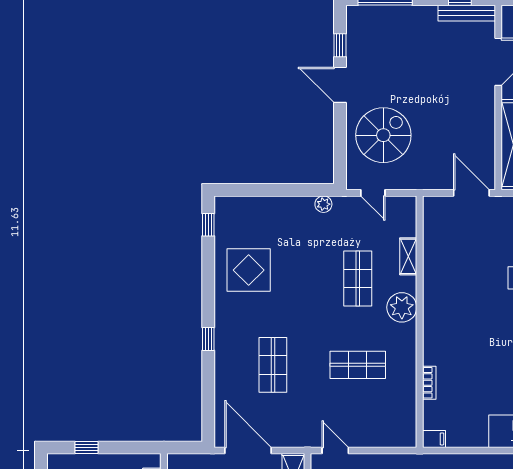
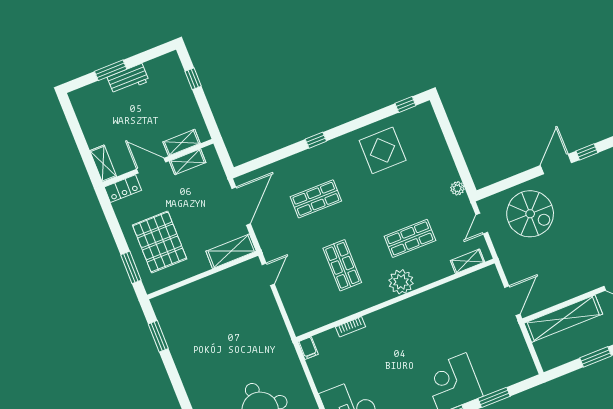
shelving: (408, 256) -> (468, 261), moved

